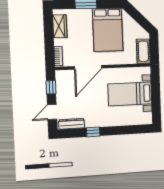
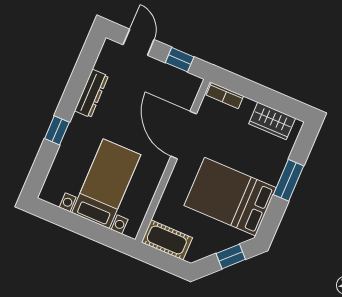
window: (137, 16) -> (231, 256), added
dresser: (72, 124) -> (91, 93), moved
window: (93, 132) -> (57, 130), moved

